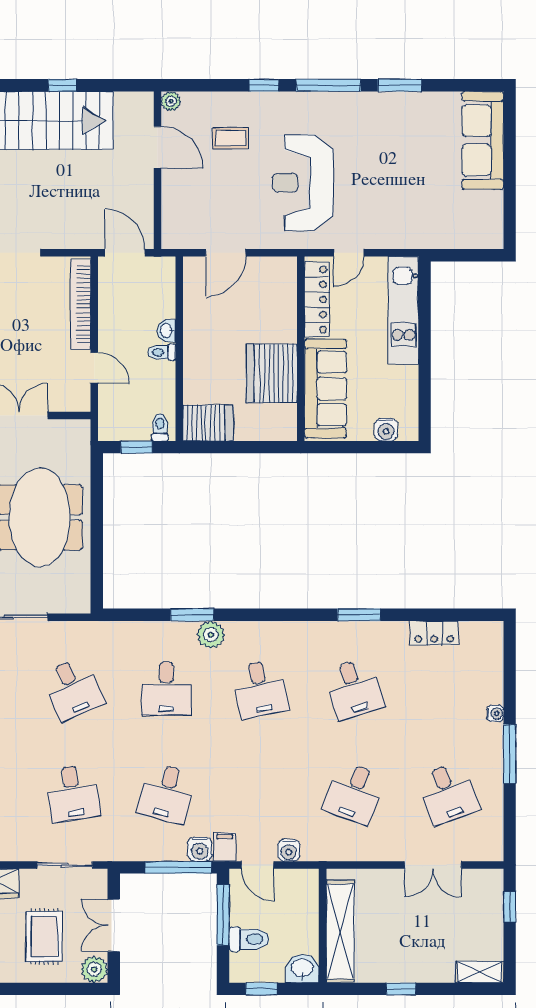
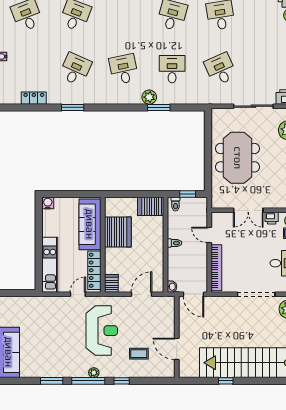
plant: (171, 101) -> (94, 373), moved
server rack: (284, 274) -> (111, 283), added
washbasin: (167, 331) -> (172, 287), moved
water cooler: (386, 430) -> (48, 203), moved
desk: (354, 689) -> (75, 69), turned 42

